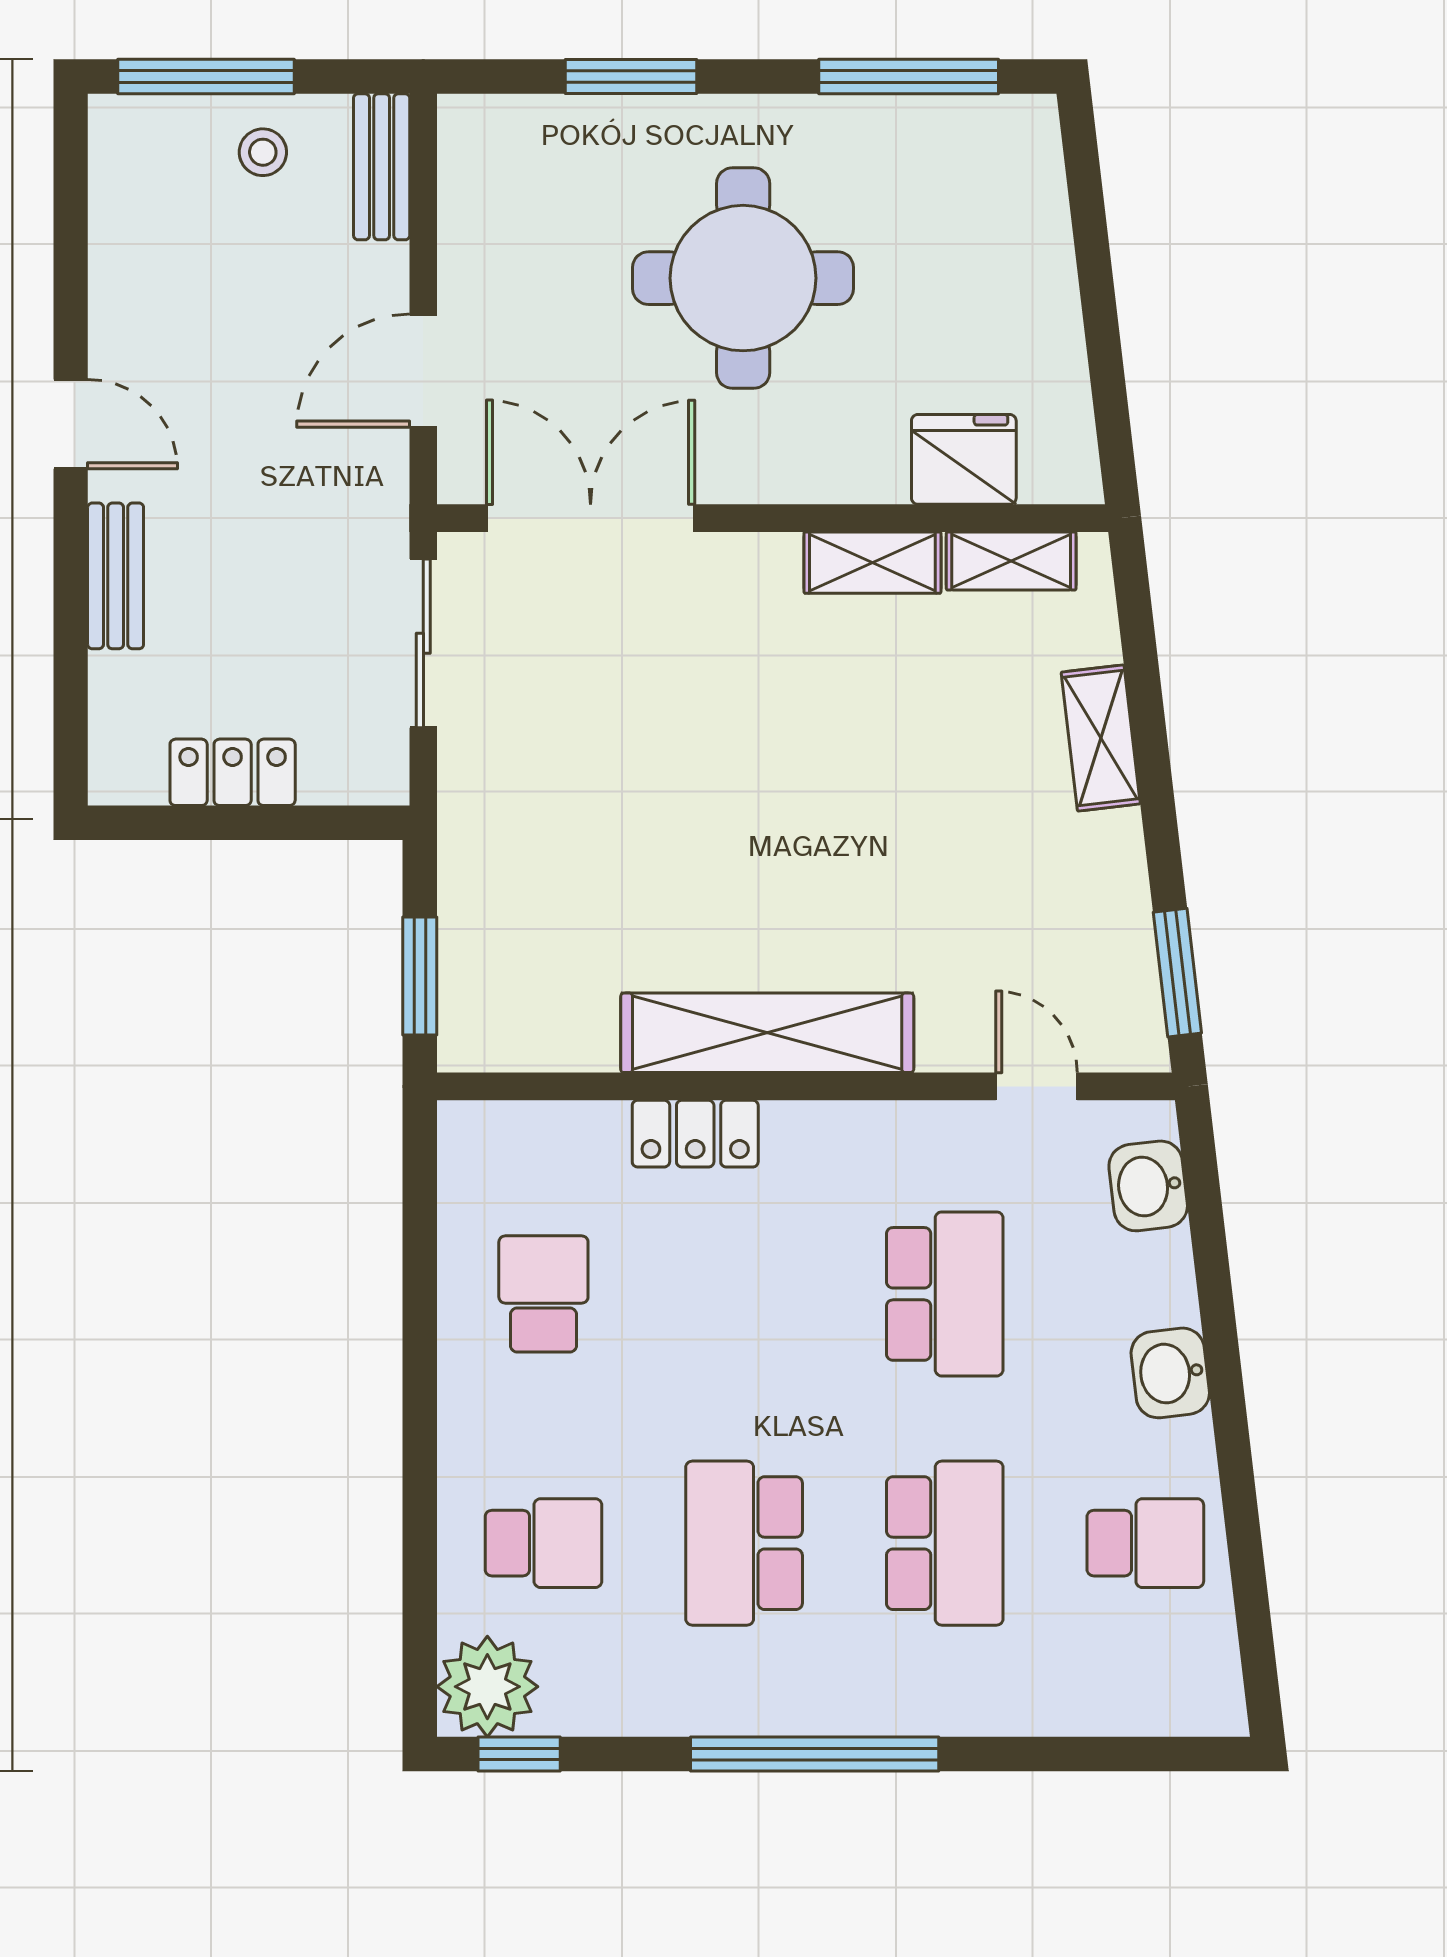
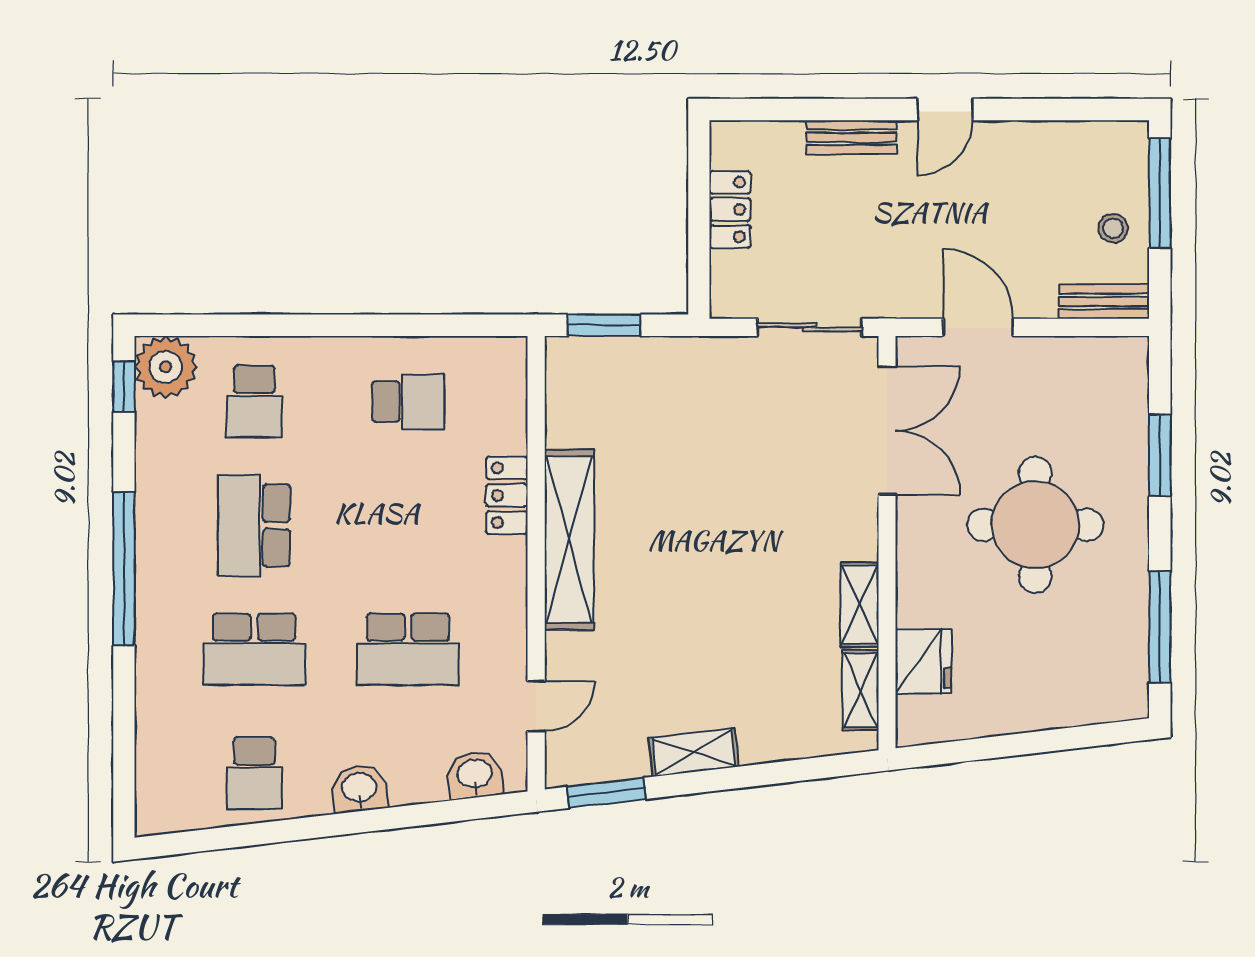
shelving: (1101, 738) -> (694, 752), moved
school desk: (744, 1543) -> (254, 525), turned -90

